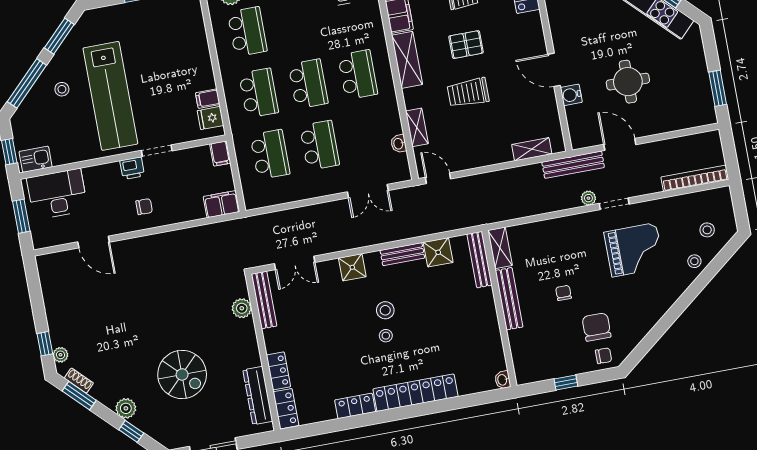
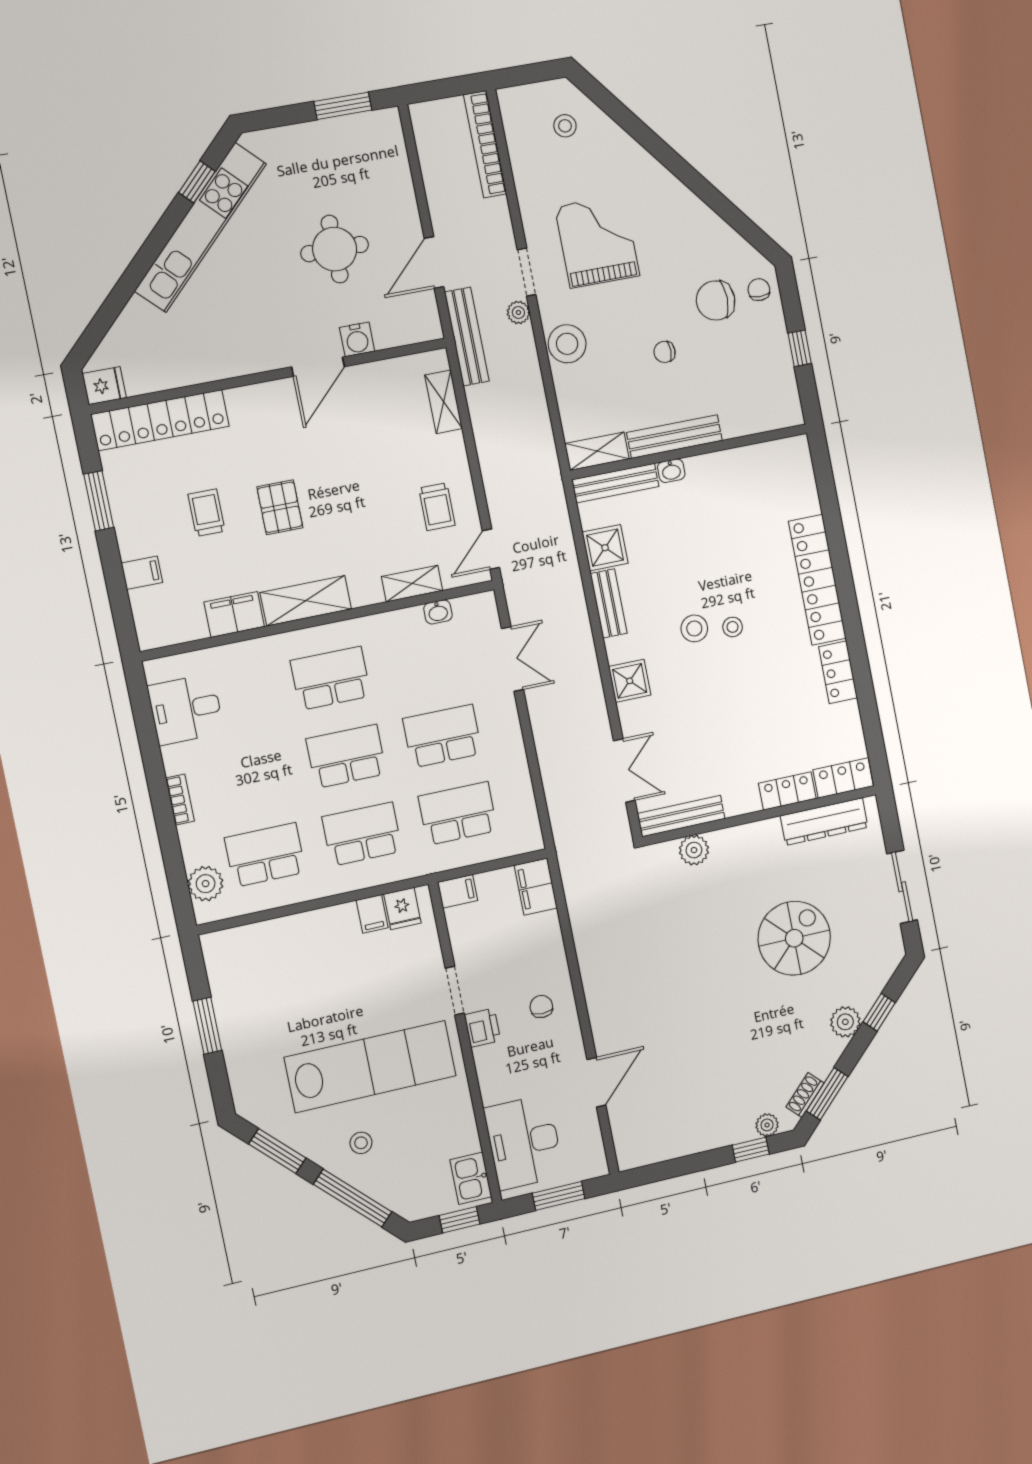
trolley: (468, 93) -> (437, 507), moved, width x0.73, depth x0.72
stool: (694, 261) -> (567, 344), moved, width x1.89, depth x1.89
washbasin: (503, 380) -> (671, 471), moved

